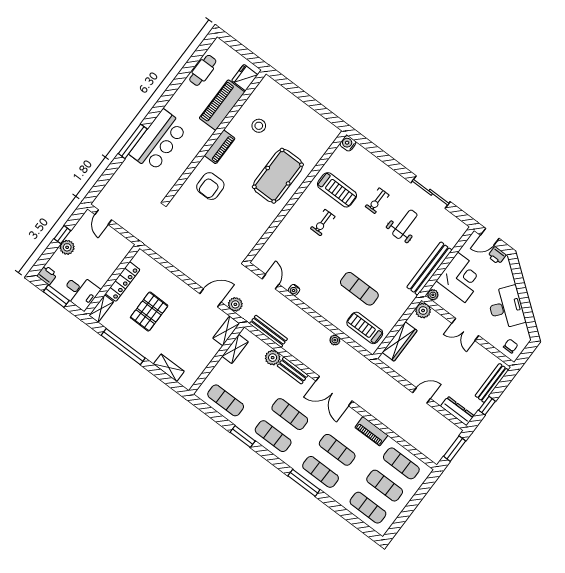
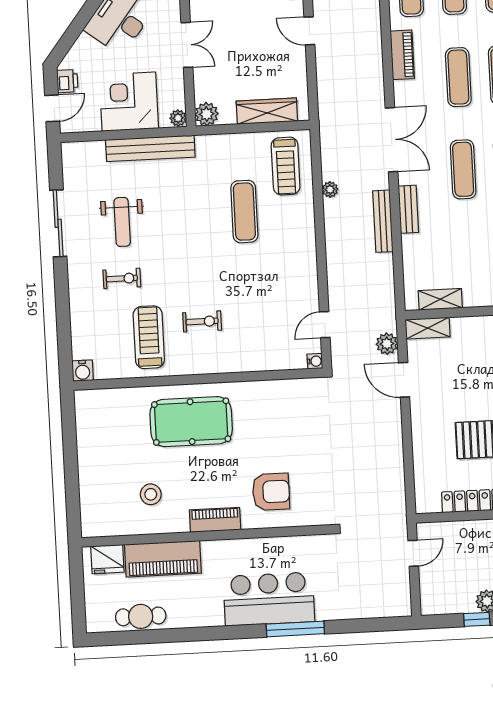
door: (103, 217) -> (413, 553), moved
weight bench: (405, 224) -> (122, 222), turned -90
door: (490, 237) -> (52, 108), hinge flipped
water cooler: (294, 290) -> (315, 361), moved
bench: (268, 331) -> (383, 221), moved
plant: (273, 358) -> (413, 246), removed

